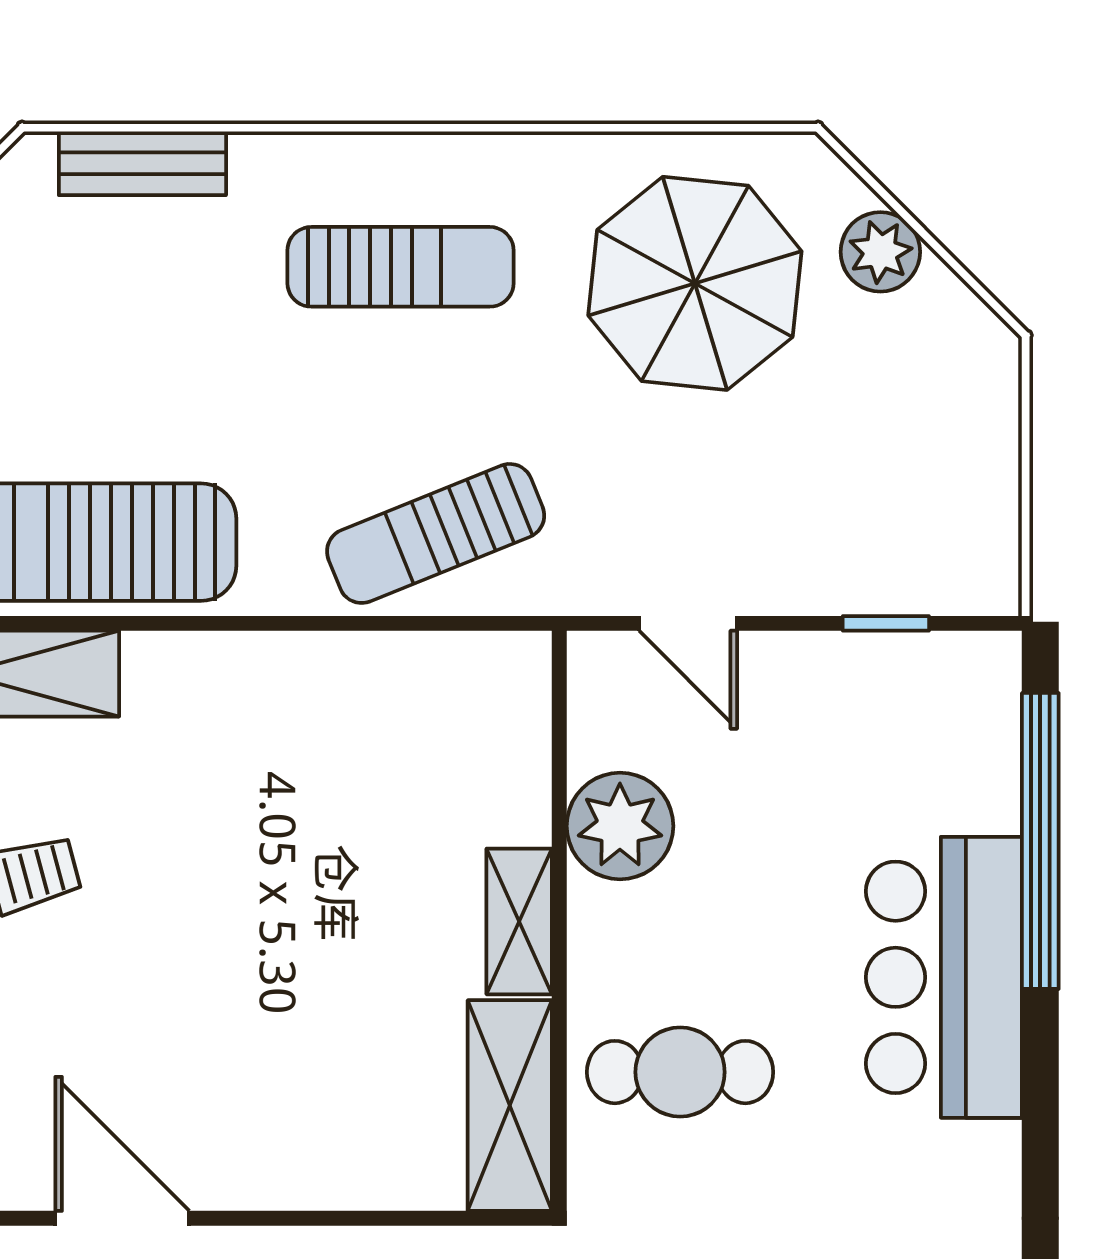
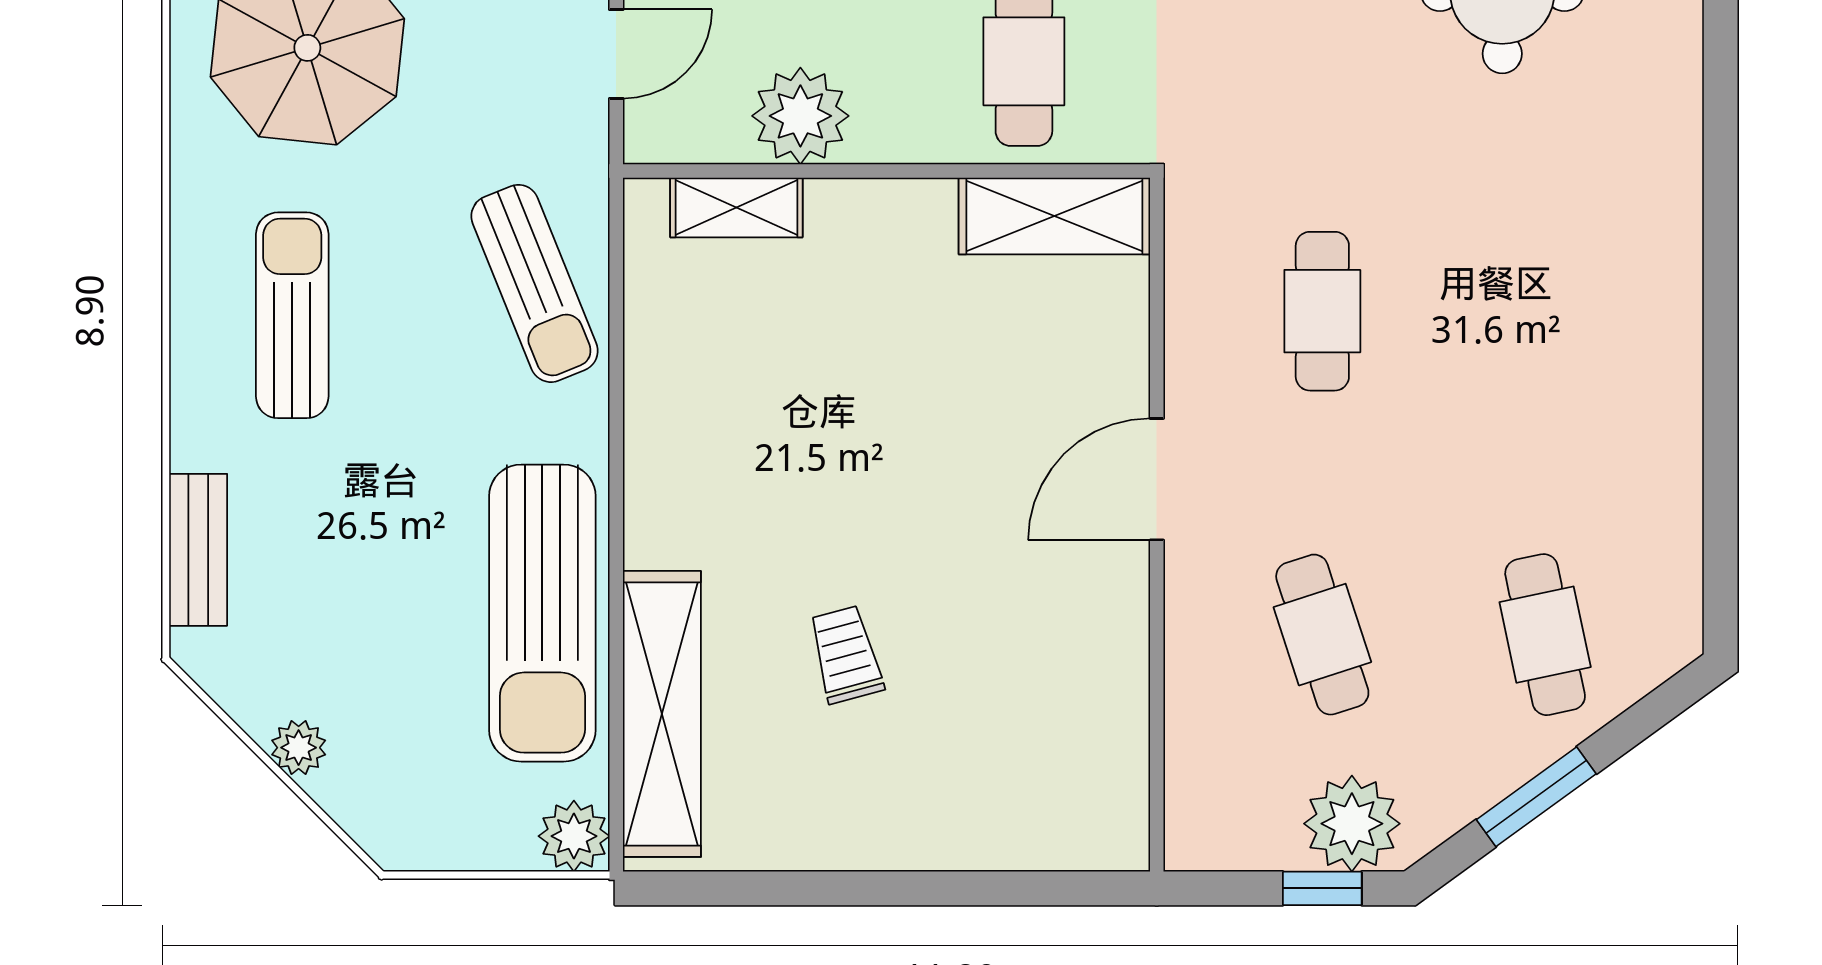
shelving: (519, 921) -> (736, 207), moved
door: (122, 1218) -> (1157, 479), moved

